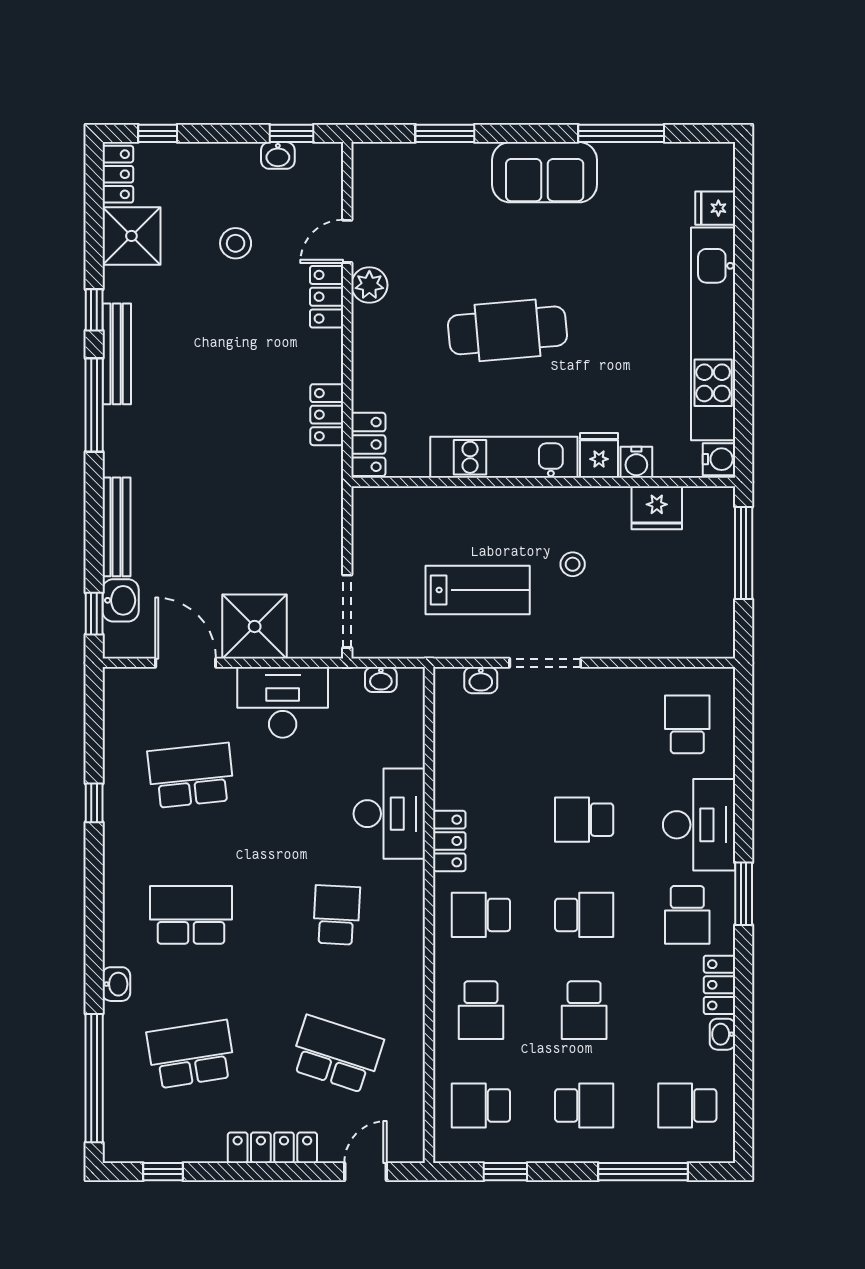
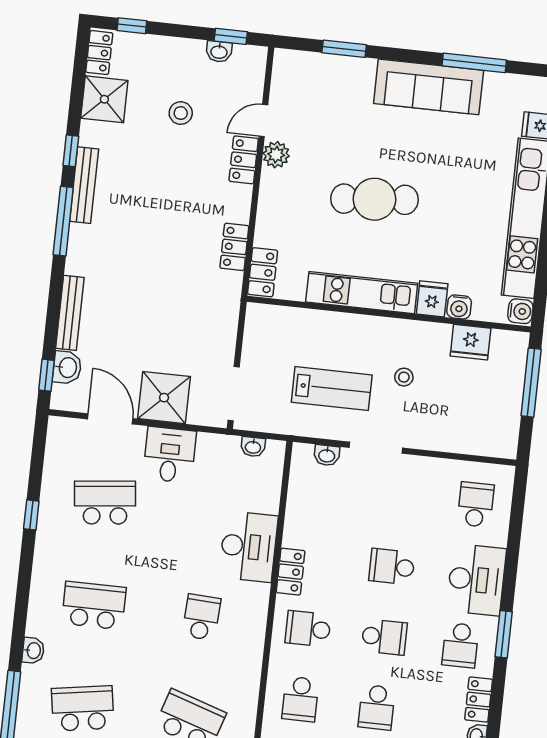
sofa: (545, 172) -> (429, 87), width x1.36
desk: (283, 702) -> (170, 455), width x0.73

